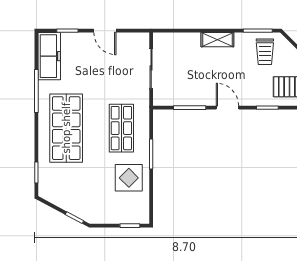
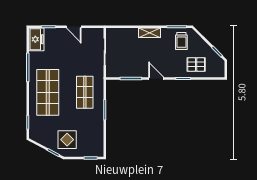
freezer: (49, 56) -> (36, 39), width x0.71
display table: (129, 178) -> (67, 140), moved

